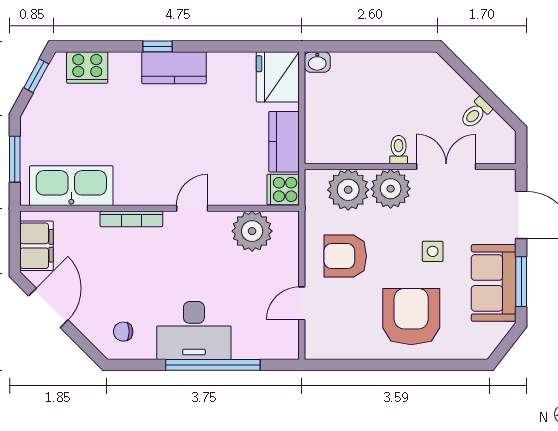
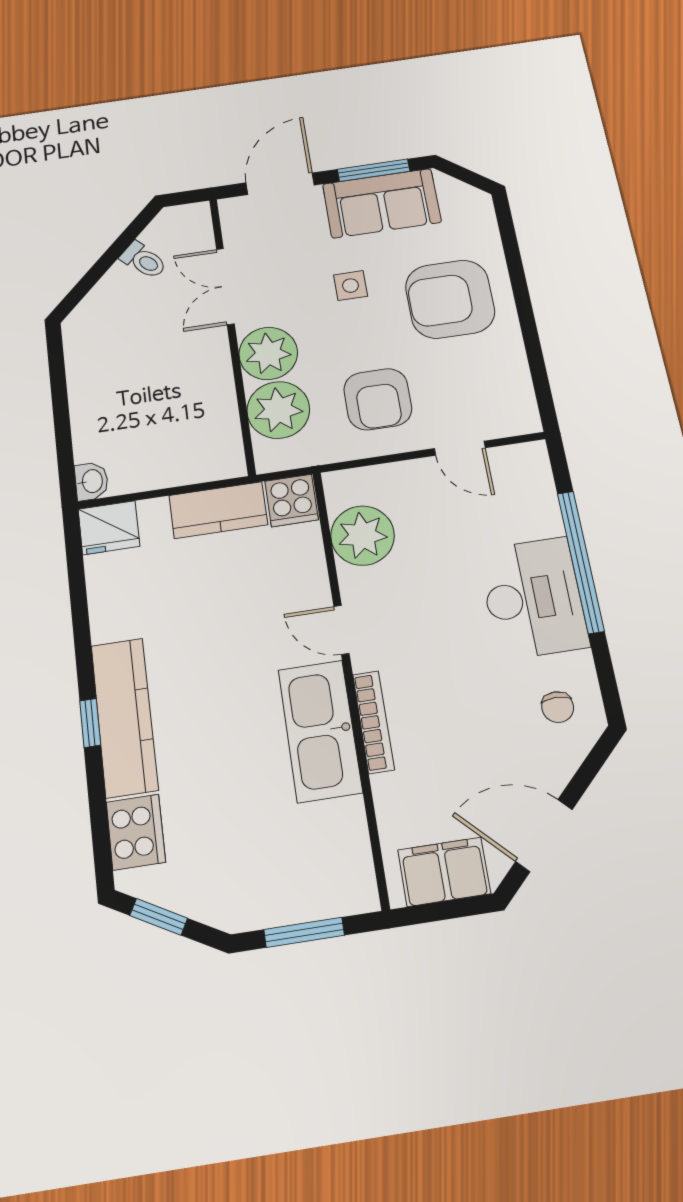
kitchen counter: (174, 68) -> (124, 717), width x1.50
fridge: (278, 77) -> (109, 528), width x0.73, depth x0.75
toilet: (399, 150) -> (209, 351), removed
kitchen sink: (71, 186) -> (320, 731), moved

